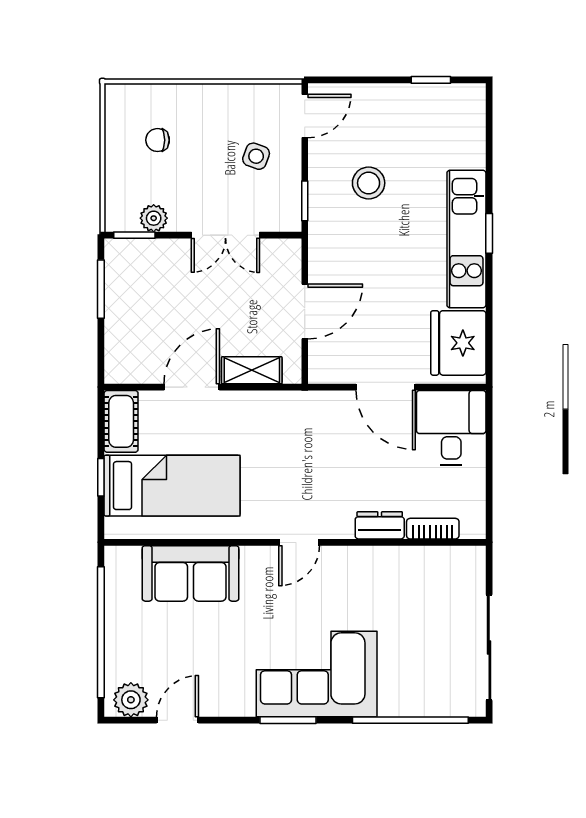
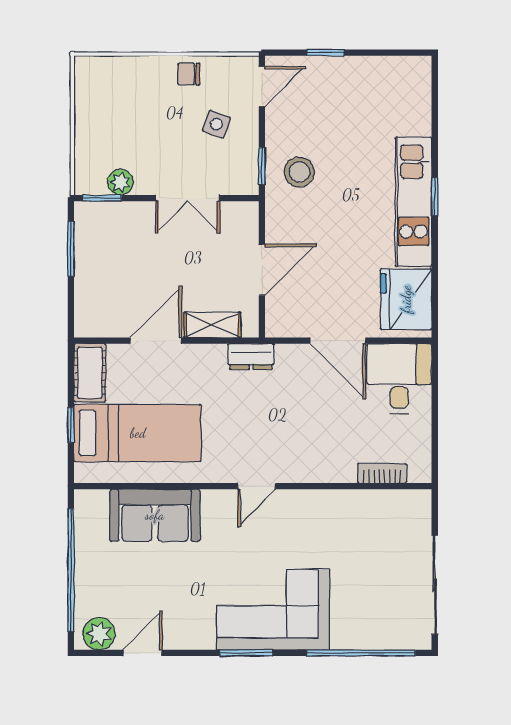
window: (431, 80) -> (325, 53), moved
chair: (158, 140) -> (189, 74), moved
stool: (369, 183) -> (299, 172), moved
dresser: (380, 525) -> (251, 357), moved, turned 180

